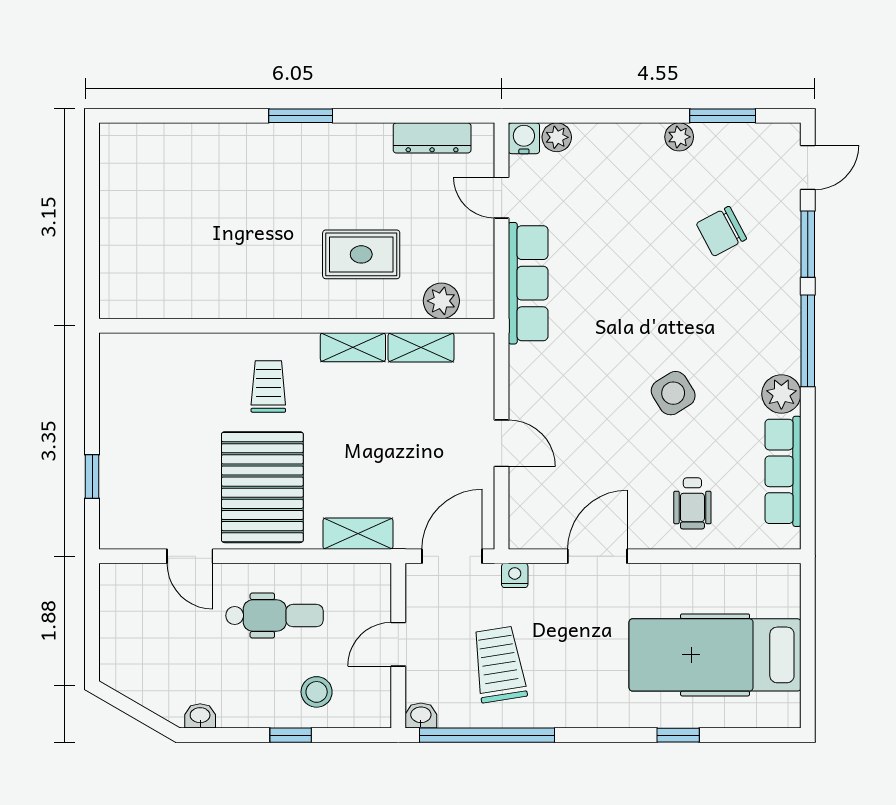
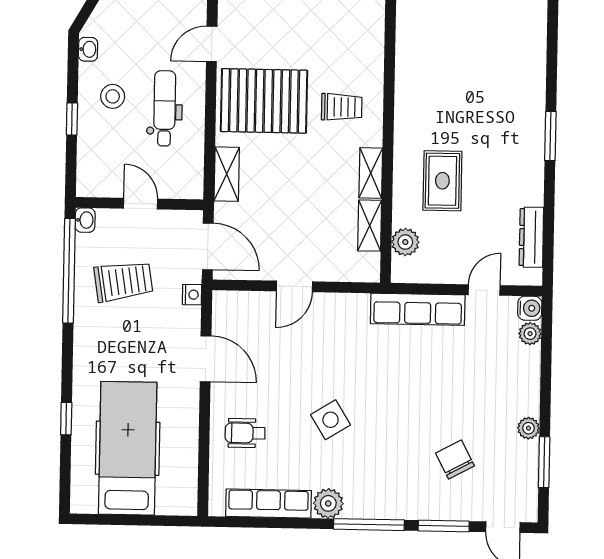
dental chair: (274, 616) -> (165, 108), turned 180
stool: (317, 692) -> (113, 96), moved

